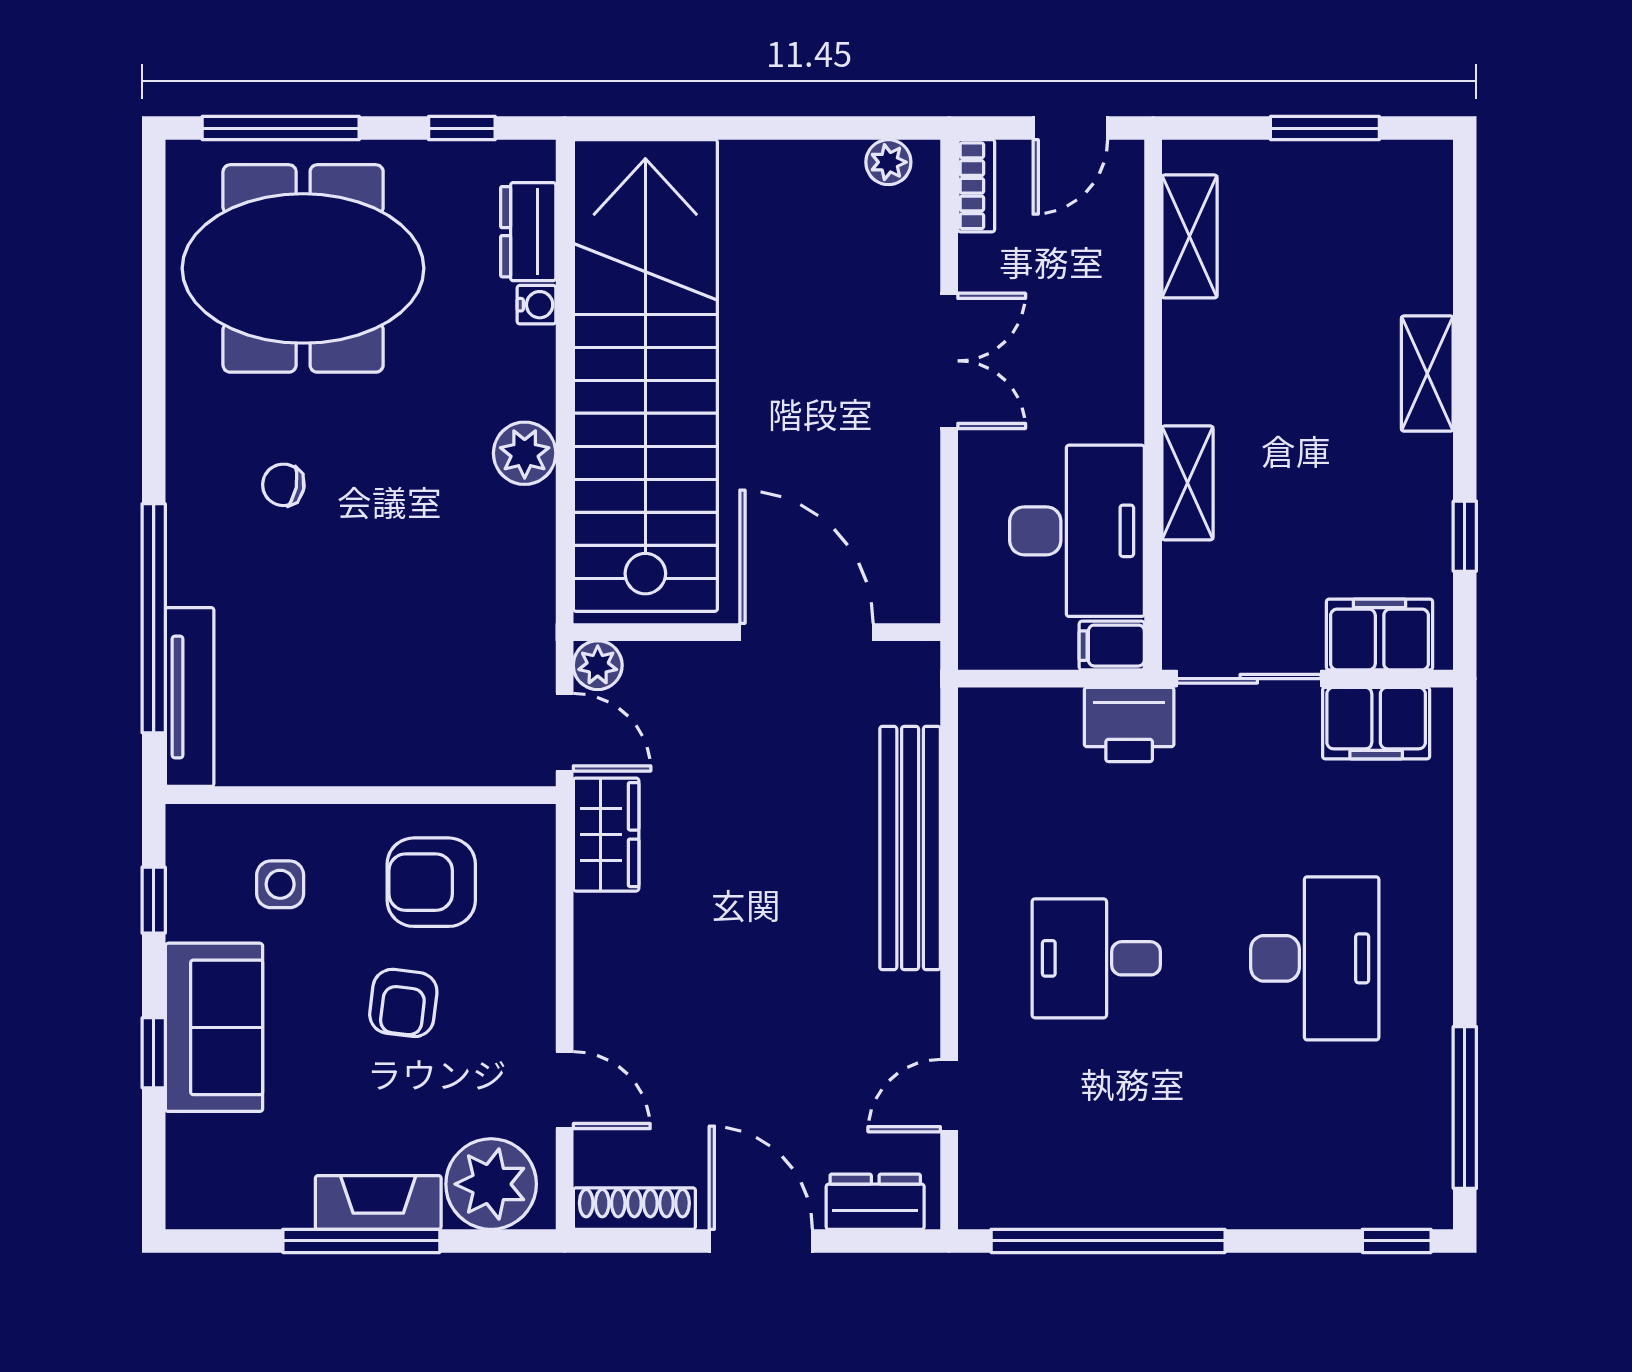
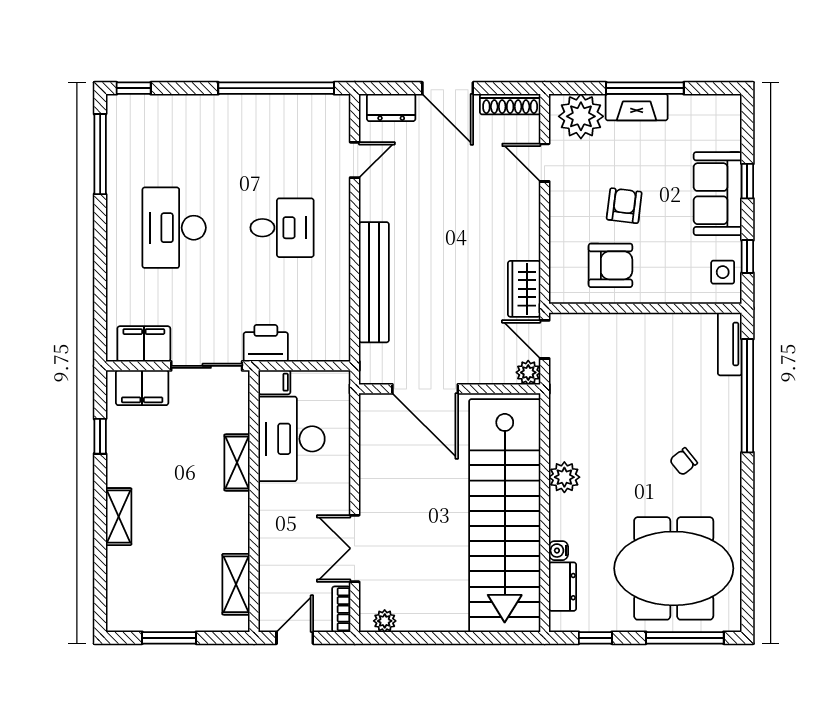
double door: (949, 361) -> (355, 548), moved
chair: (283, 485) -> (683, 462), turned 130
tv unit: (190, 697) -> (730, 344), width x0.71
side table: (280, 884) -> (723, 272), moved

